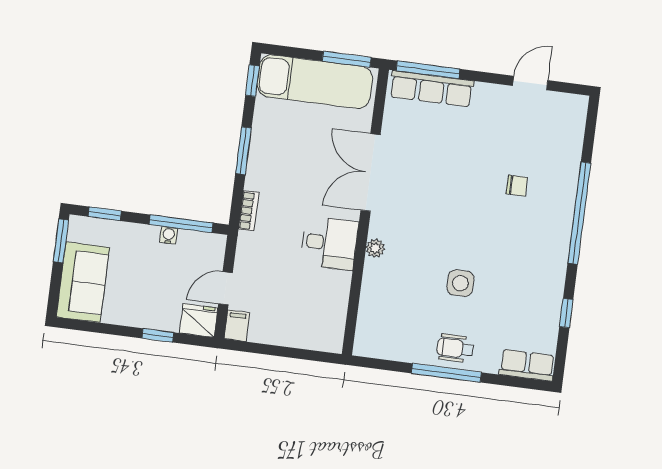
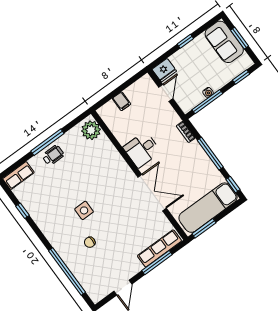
window: (428, 70) -> (157, 263), moved
window: (243, 151) -> (210, 154), width x1.44
window: (579, 213) -> (67, 271), moved
window: (61, 241) -> (240, 38), moved
plant: (375, 248) -> (91, 130), moved, width x1.88, depth x1.88
side table: (460, 283) -> (84, 210), moved
filing cabinet: (237, 326) -> (121, 101), moved
window: (158, 335) -> (185, 41), moved

